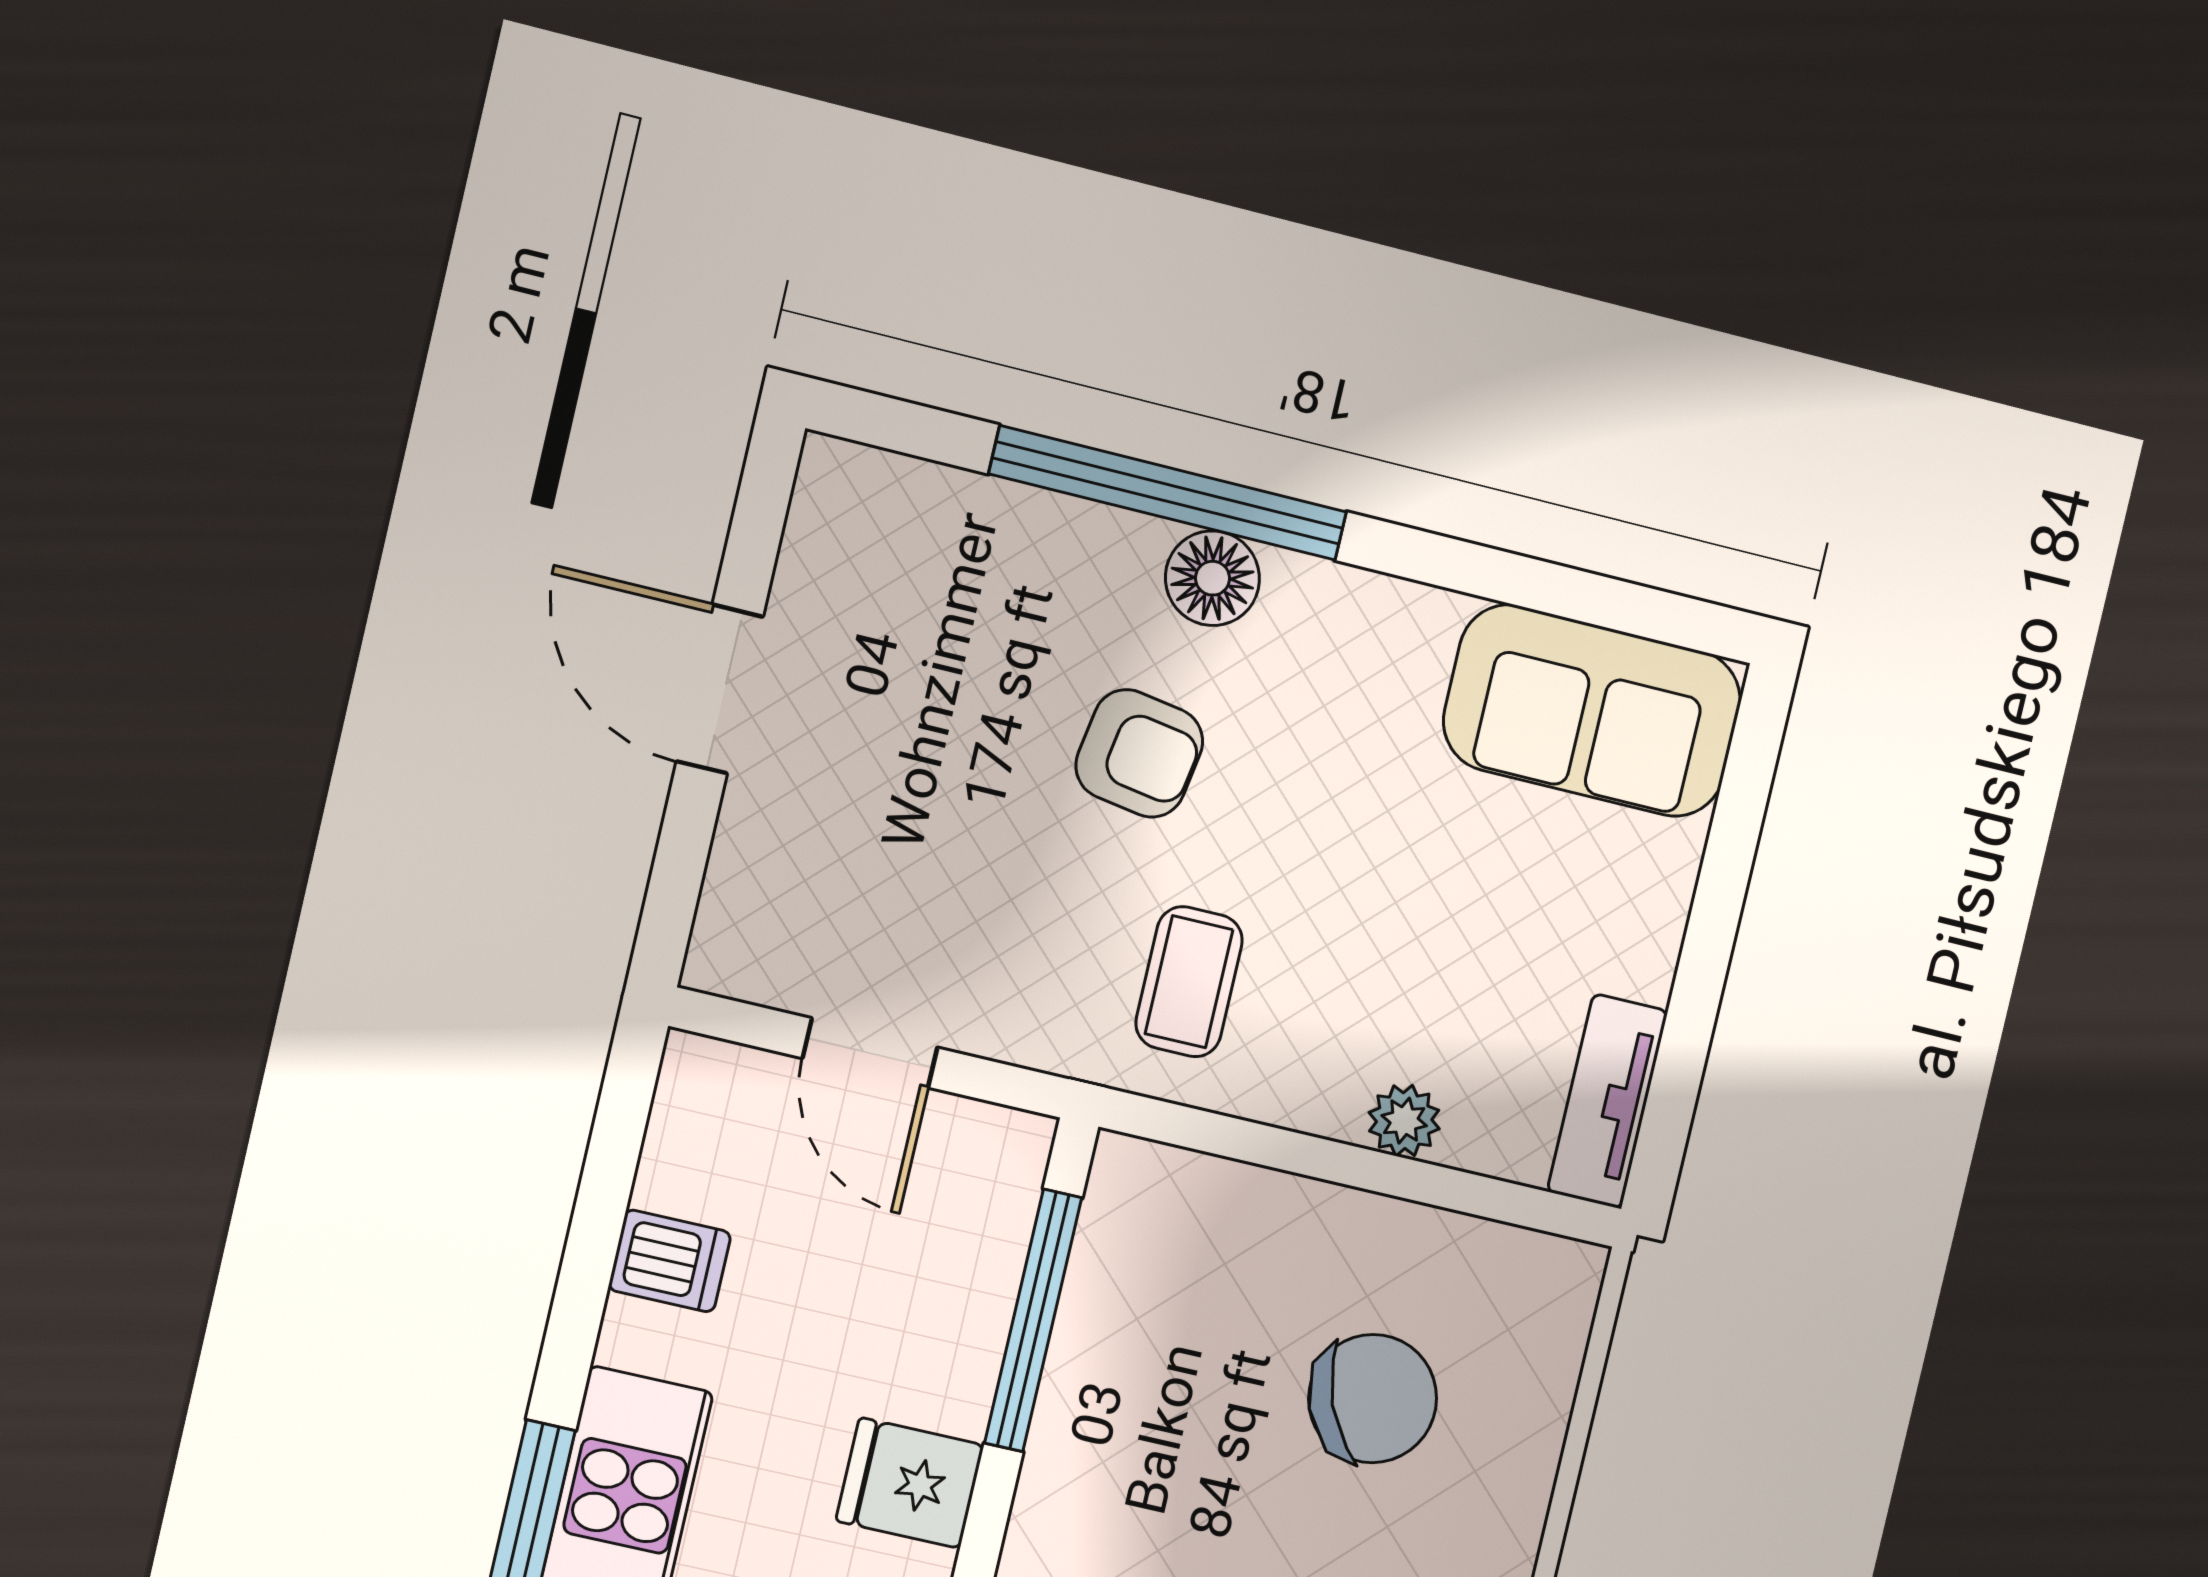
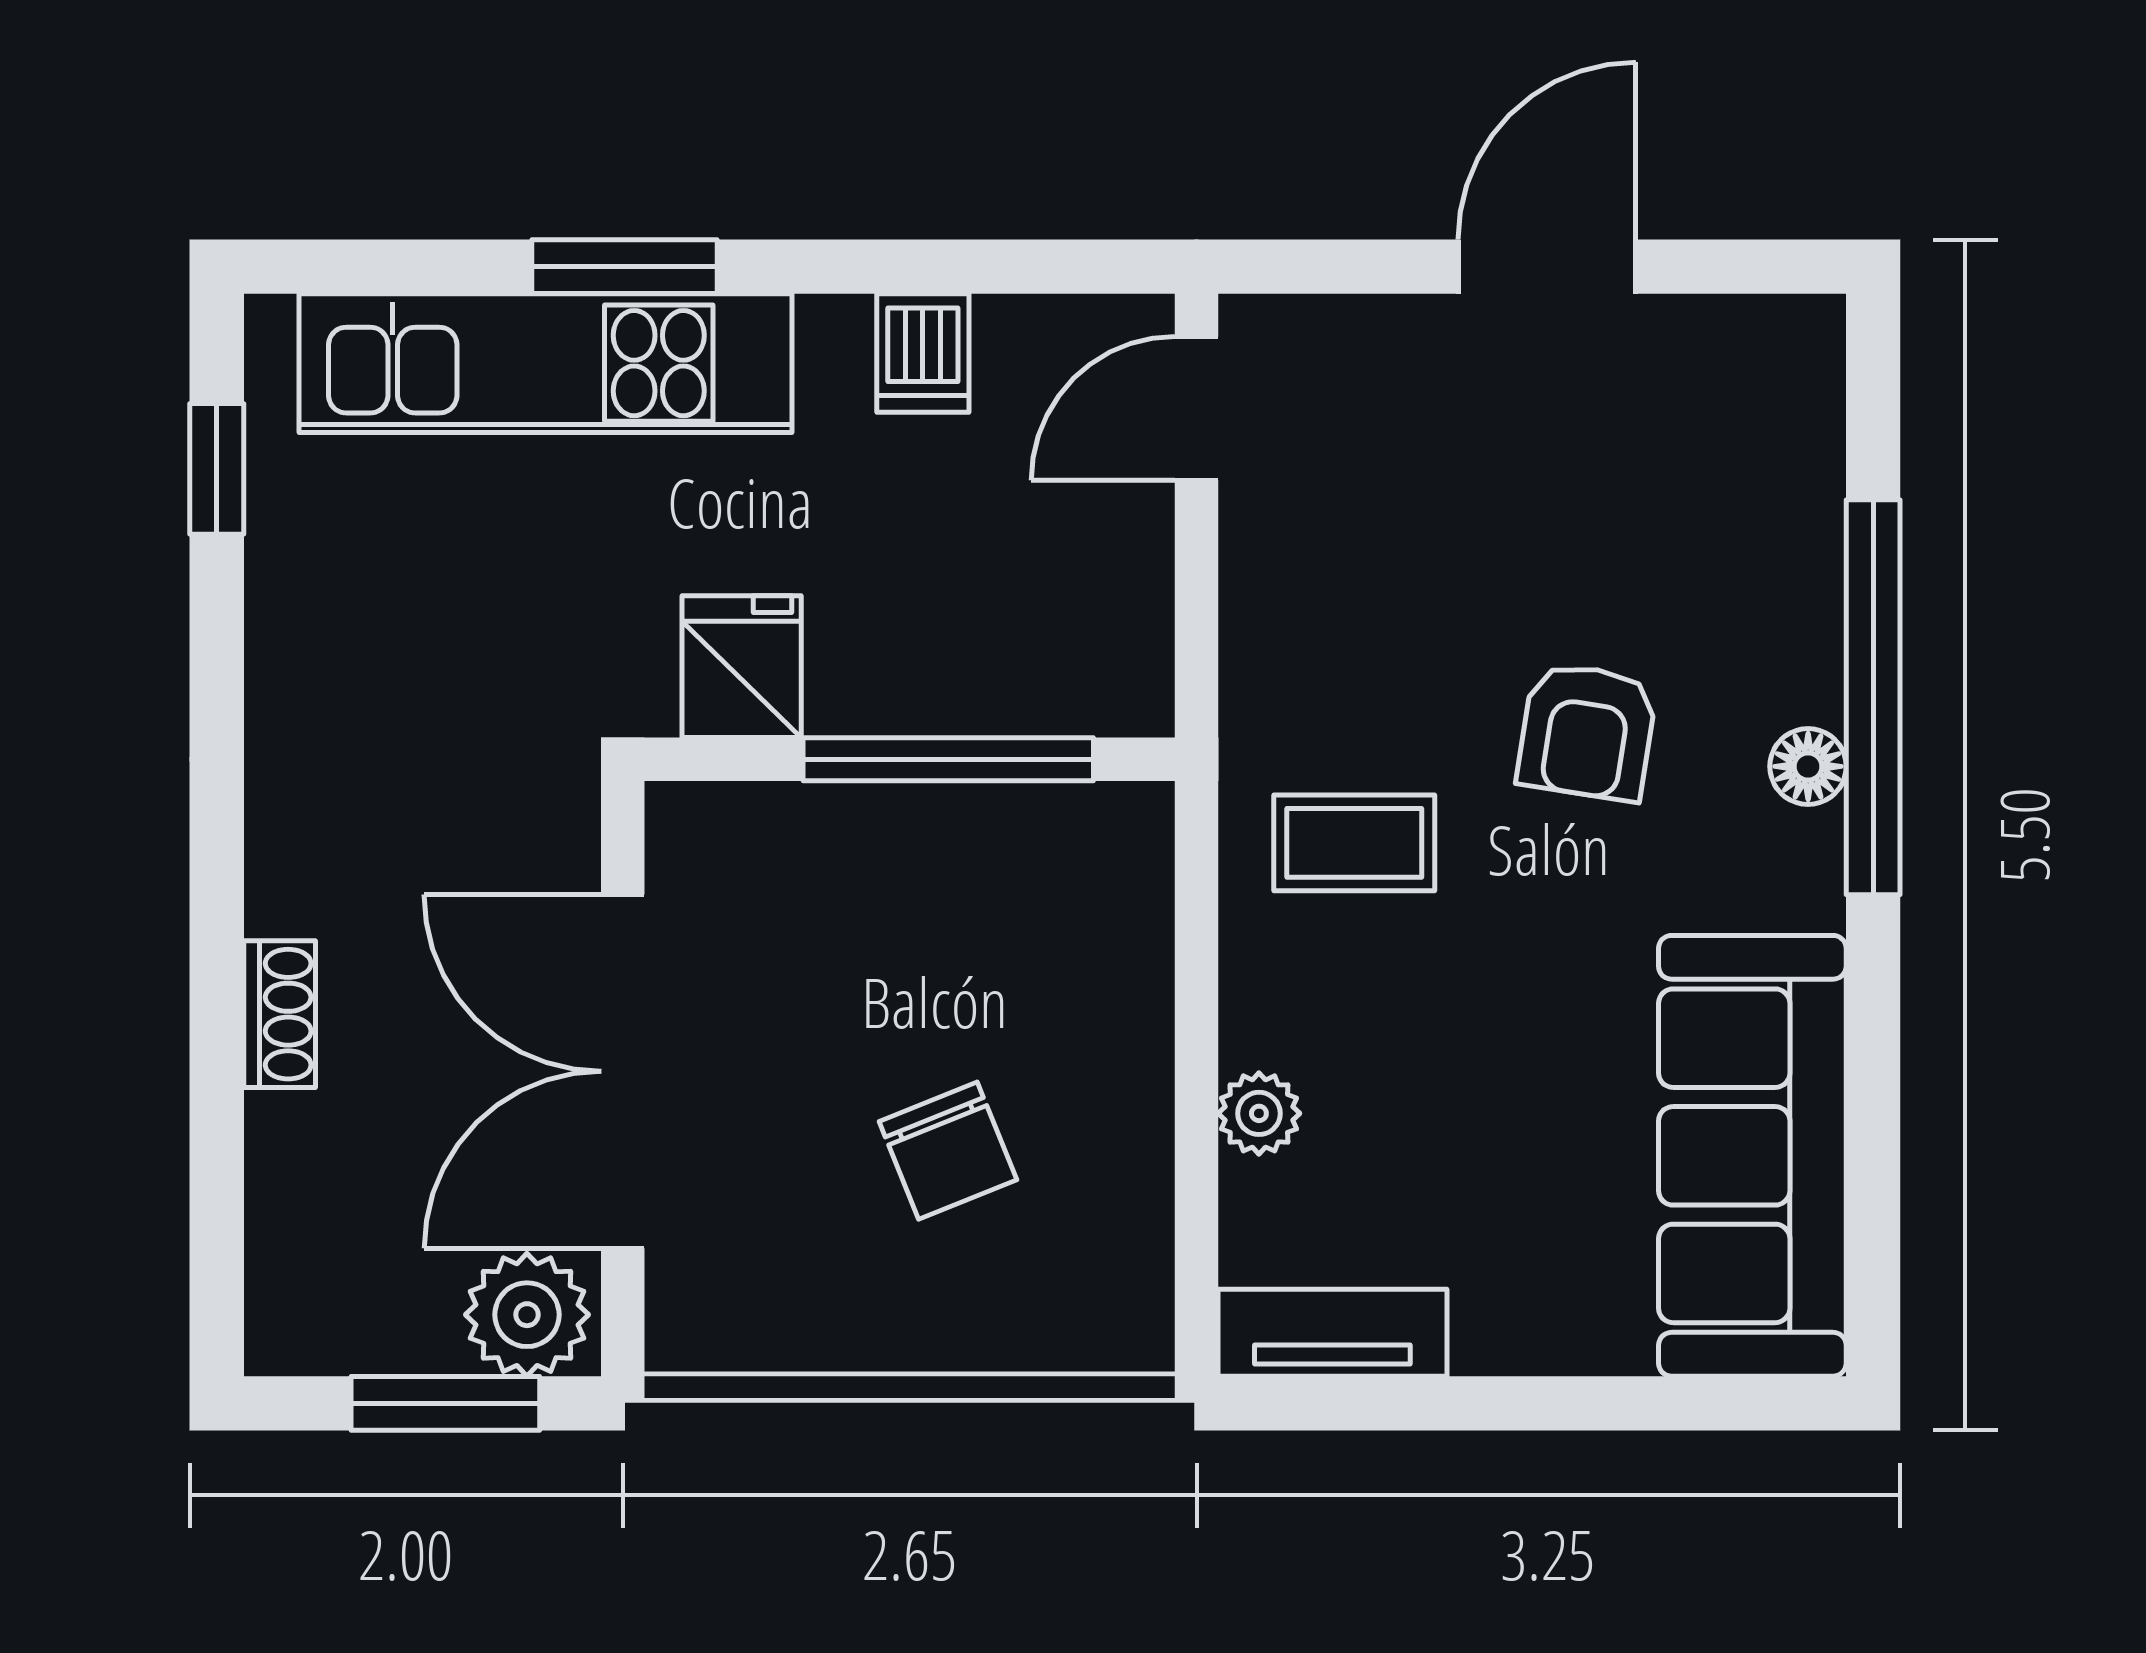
floor lamp: (1212, 578) -> (1808, 766), width x0.73, depth x0.73
sofa: (1592, 711) -> (1752, 1156), width x1.36
door: (870, 1053) -> (1197, 408), moved
chair: (1373, 1399) -> (948, 1151), width x0.73, depth x0.73

